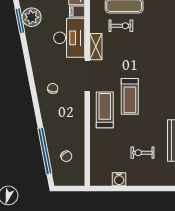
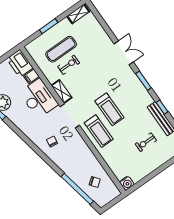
treadmill: (105, 110) -> (99, 131), turned 180
water cooler: (119, 179) -> (127, 183), moved

